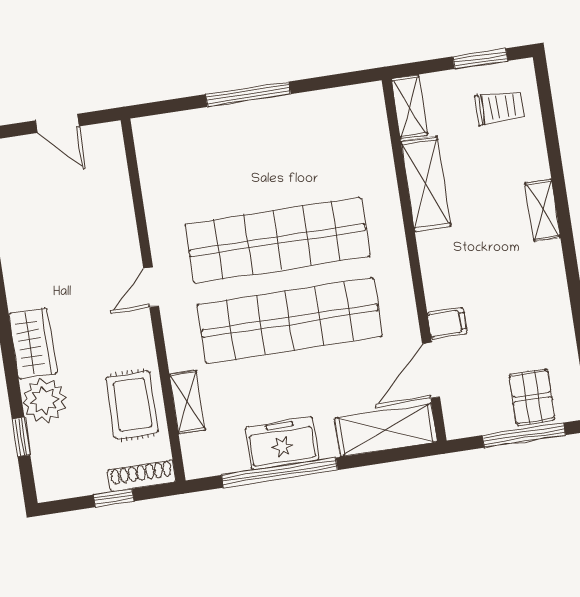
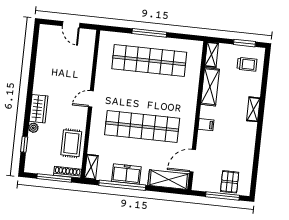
shop shelf: (278, 240) -> (149, 60), moved
filing cabinet: (447, 323) -> (206, 125), moved
plant: (44, 401) -> (33, 128), width x0.53, depth x0.53
shelving: (187, 402) -> (91, 167), moved
window: (114, 498) -> (54, 178), width x2.17

